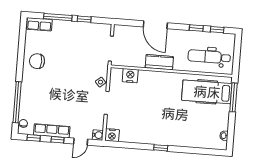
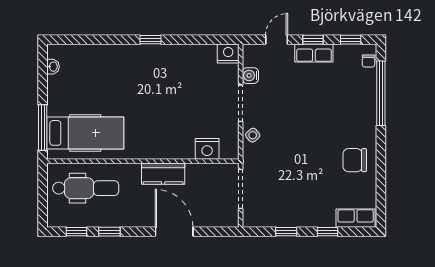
window: (58, 17) -> (328, 232), width x0.46
chair: (37, 61) -> (355, 160), turned 180
row of seats: (52, 131) -> (314, 53), width x0.68
water cooler: (98, 135) -> (250, 76), moved

